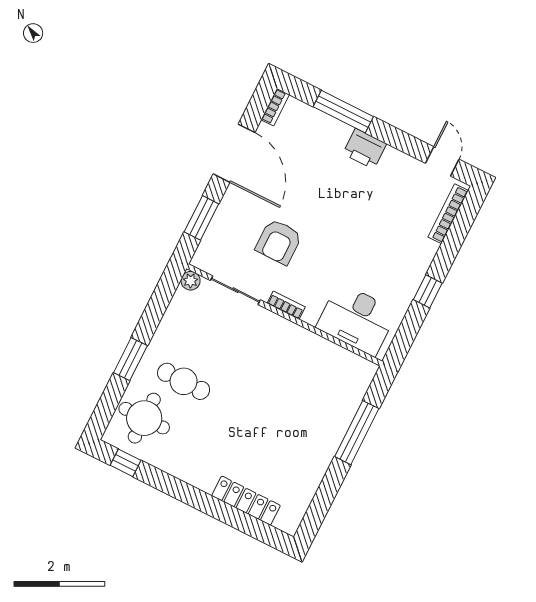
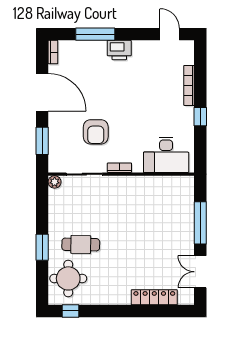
bookcase: (448, 214) -> (189, 85), moved
double door: (324, 497) -> (200, 272), added

